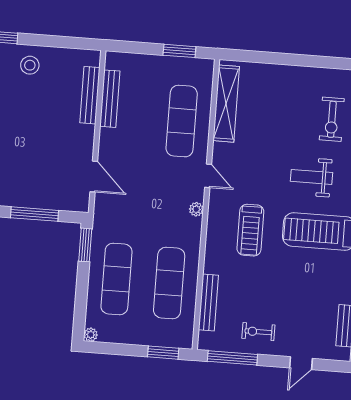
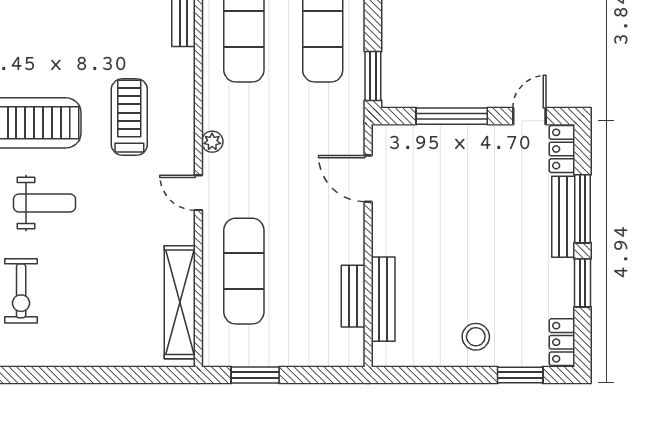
bench: (110, 99) -> (353, 296), width x0.73
exercise bike: (332, 119) -> (21, 291), turned 180

